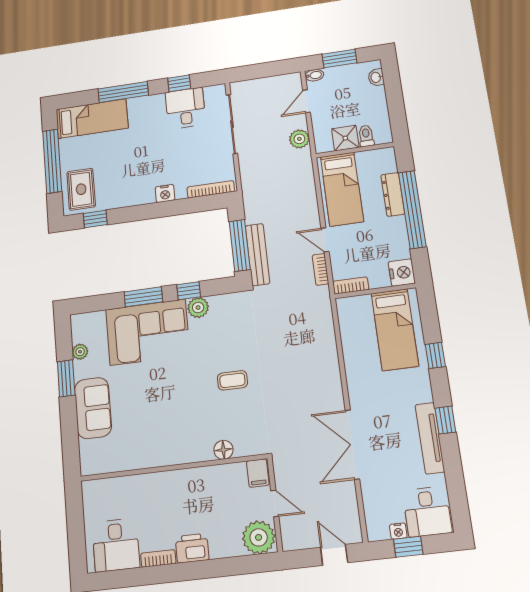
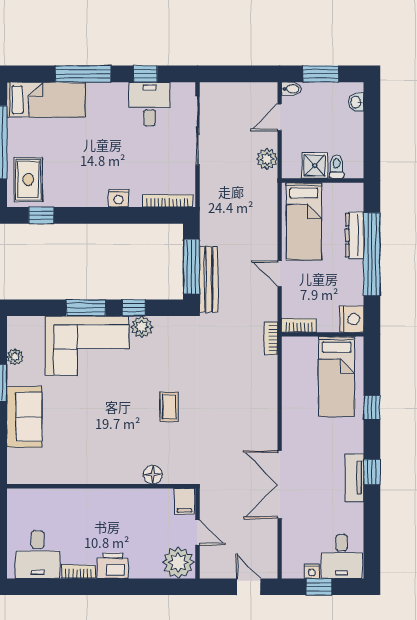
bookcase: (320, 269) -> (271, 338), moved
coffee table: (232, 380) -> (169, 407), turned 90
tv unit: (430, 438) -> (355, 478), width x0.71

